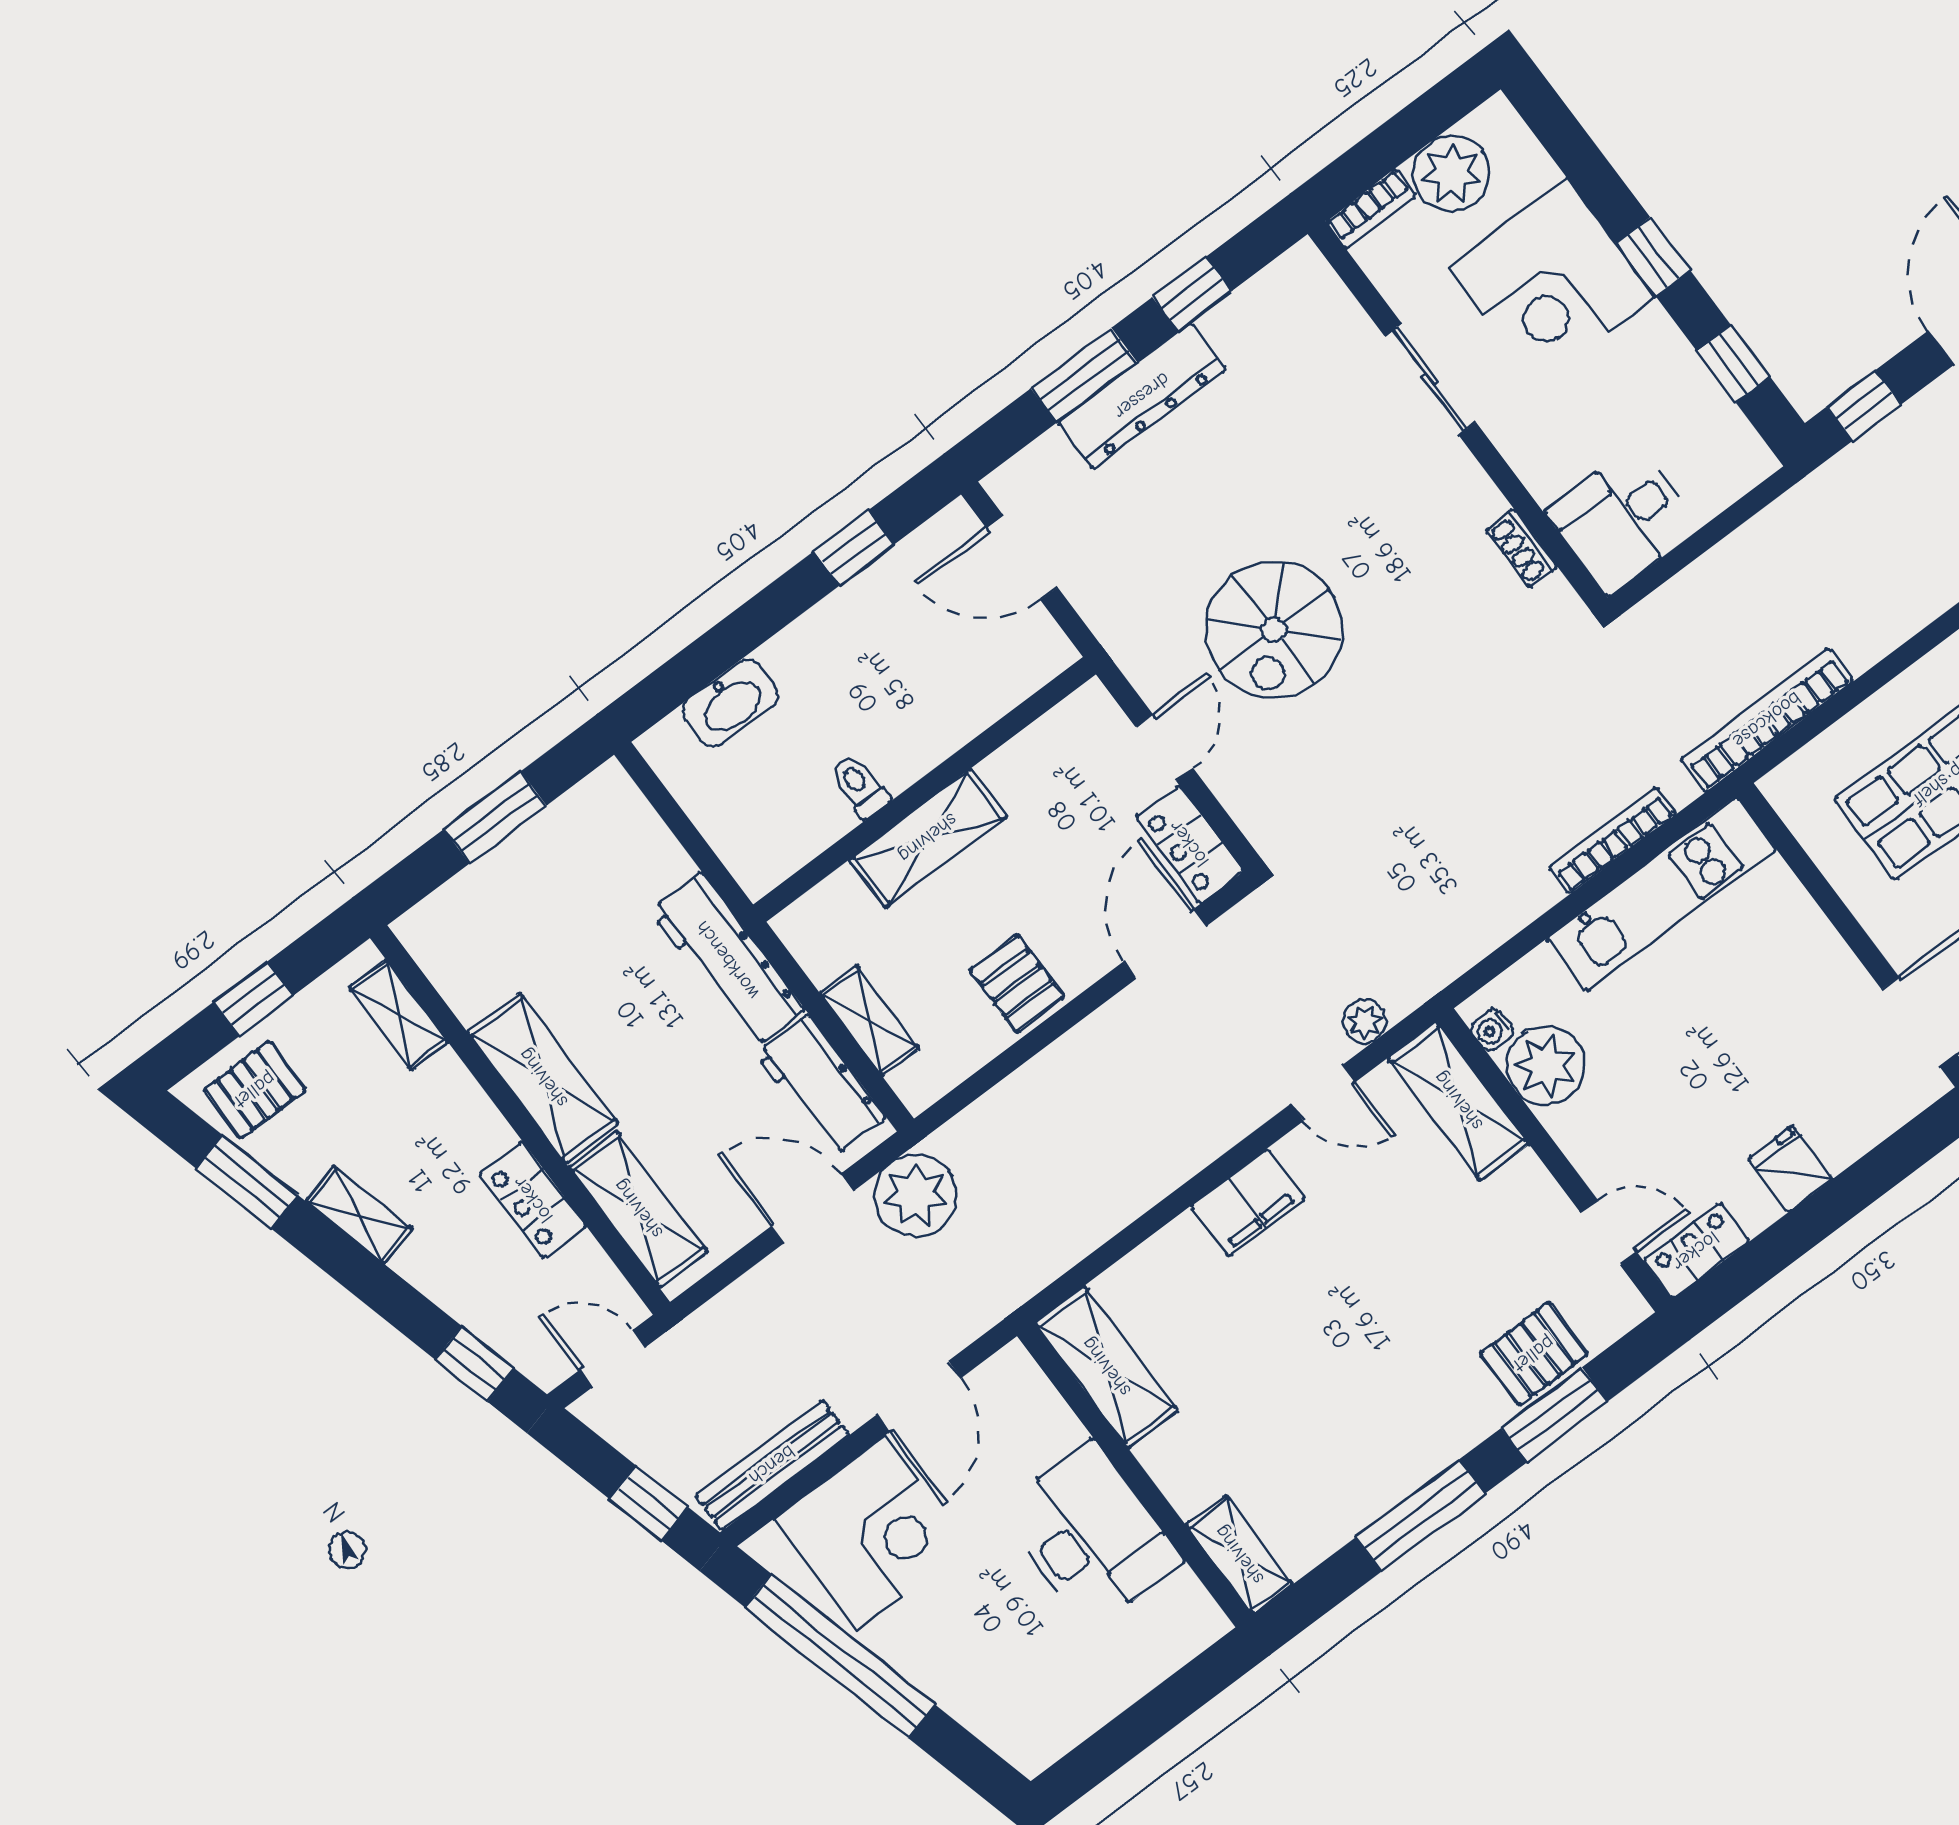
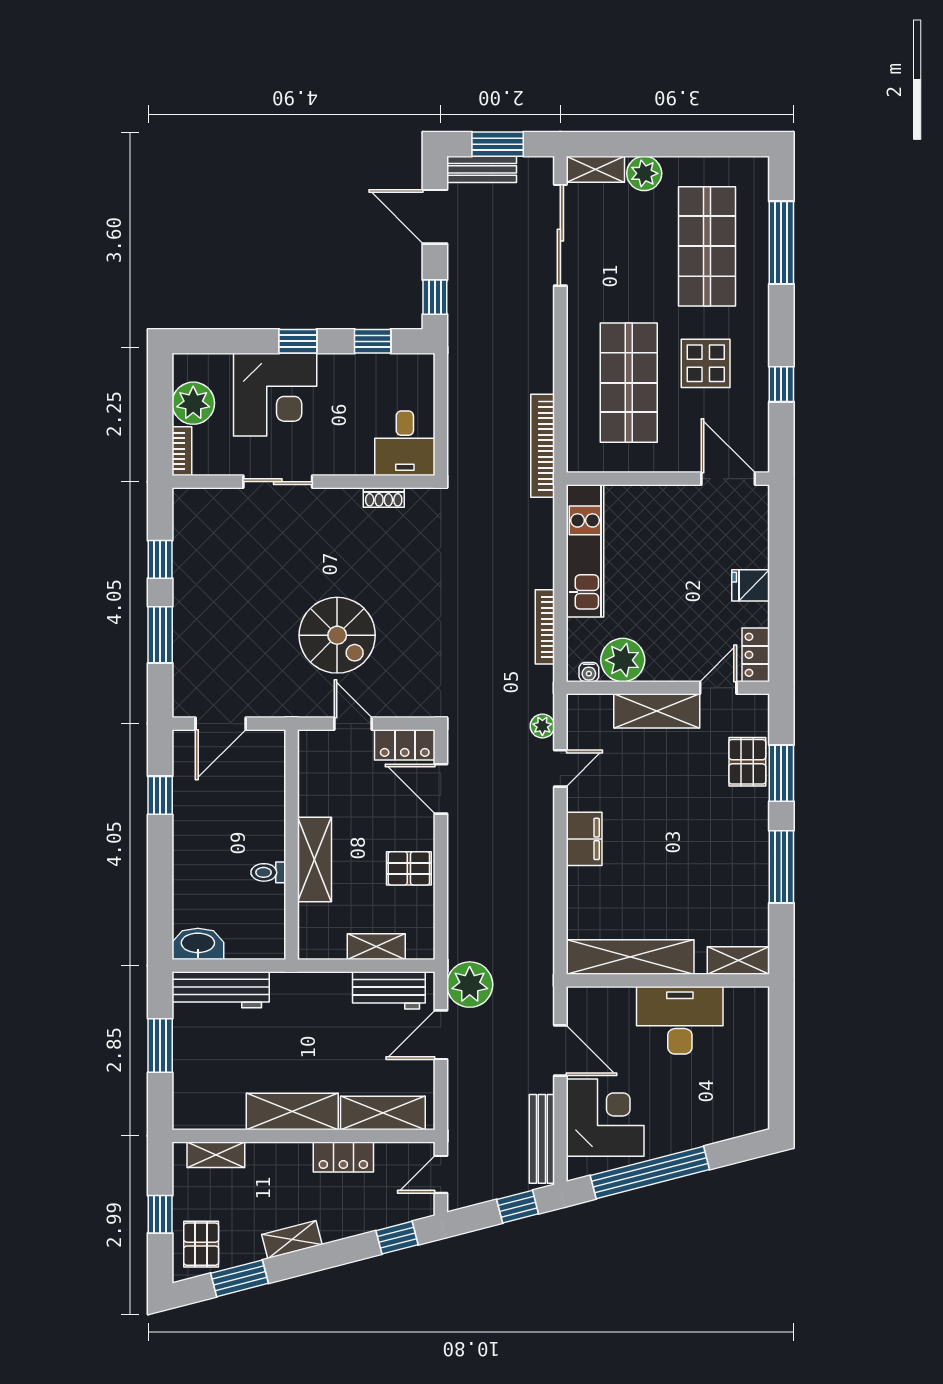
dresser: (1142, 396) -> (189, 616), removed
washbasin: (730, 703) -> (198, 944), moved, turned -90
bookcase: (1613, 841) -> (545, 627), moved
workbench: (727, 960) -> (221, 990), moved
shelving: (1458, 1101) -> (657, 711), moved
shelving: (1106, 1367) -> (630, 957), width x1.47

